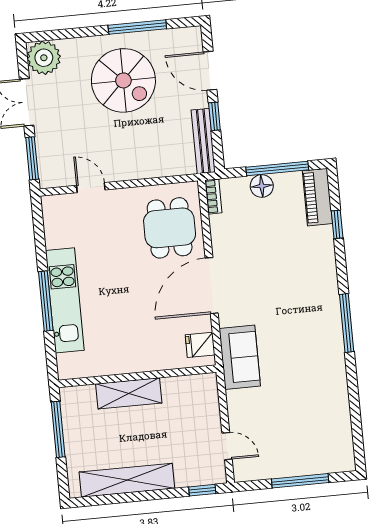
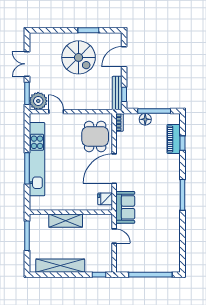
window: (137, 27) -> (88, 30), width x0.69
plant: (44, 58) -> (38, 101), moved
door: (210, 71) -> (124, 57), hinge flipped
window: (214, 116) -> (124, 94), moved
piano: (317, 197) -> (174, 139), moved
kitchen unit: (65, 300) -> (37, 159), width x1.36
door: (227, 446) -> (114, 236), moved
window: (300, 481) -> (150, 275), width x1.46

